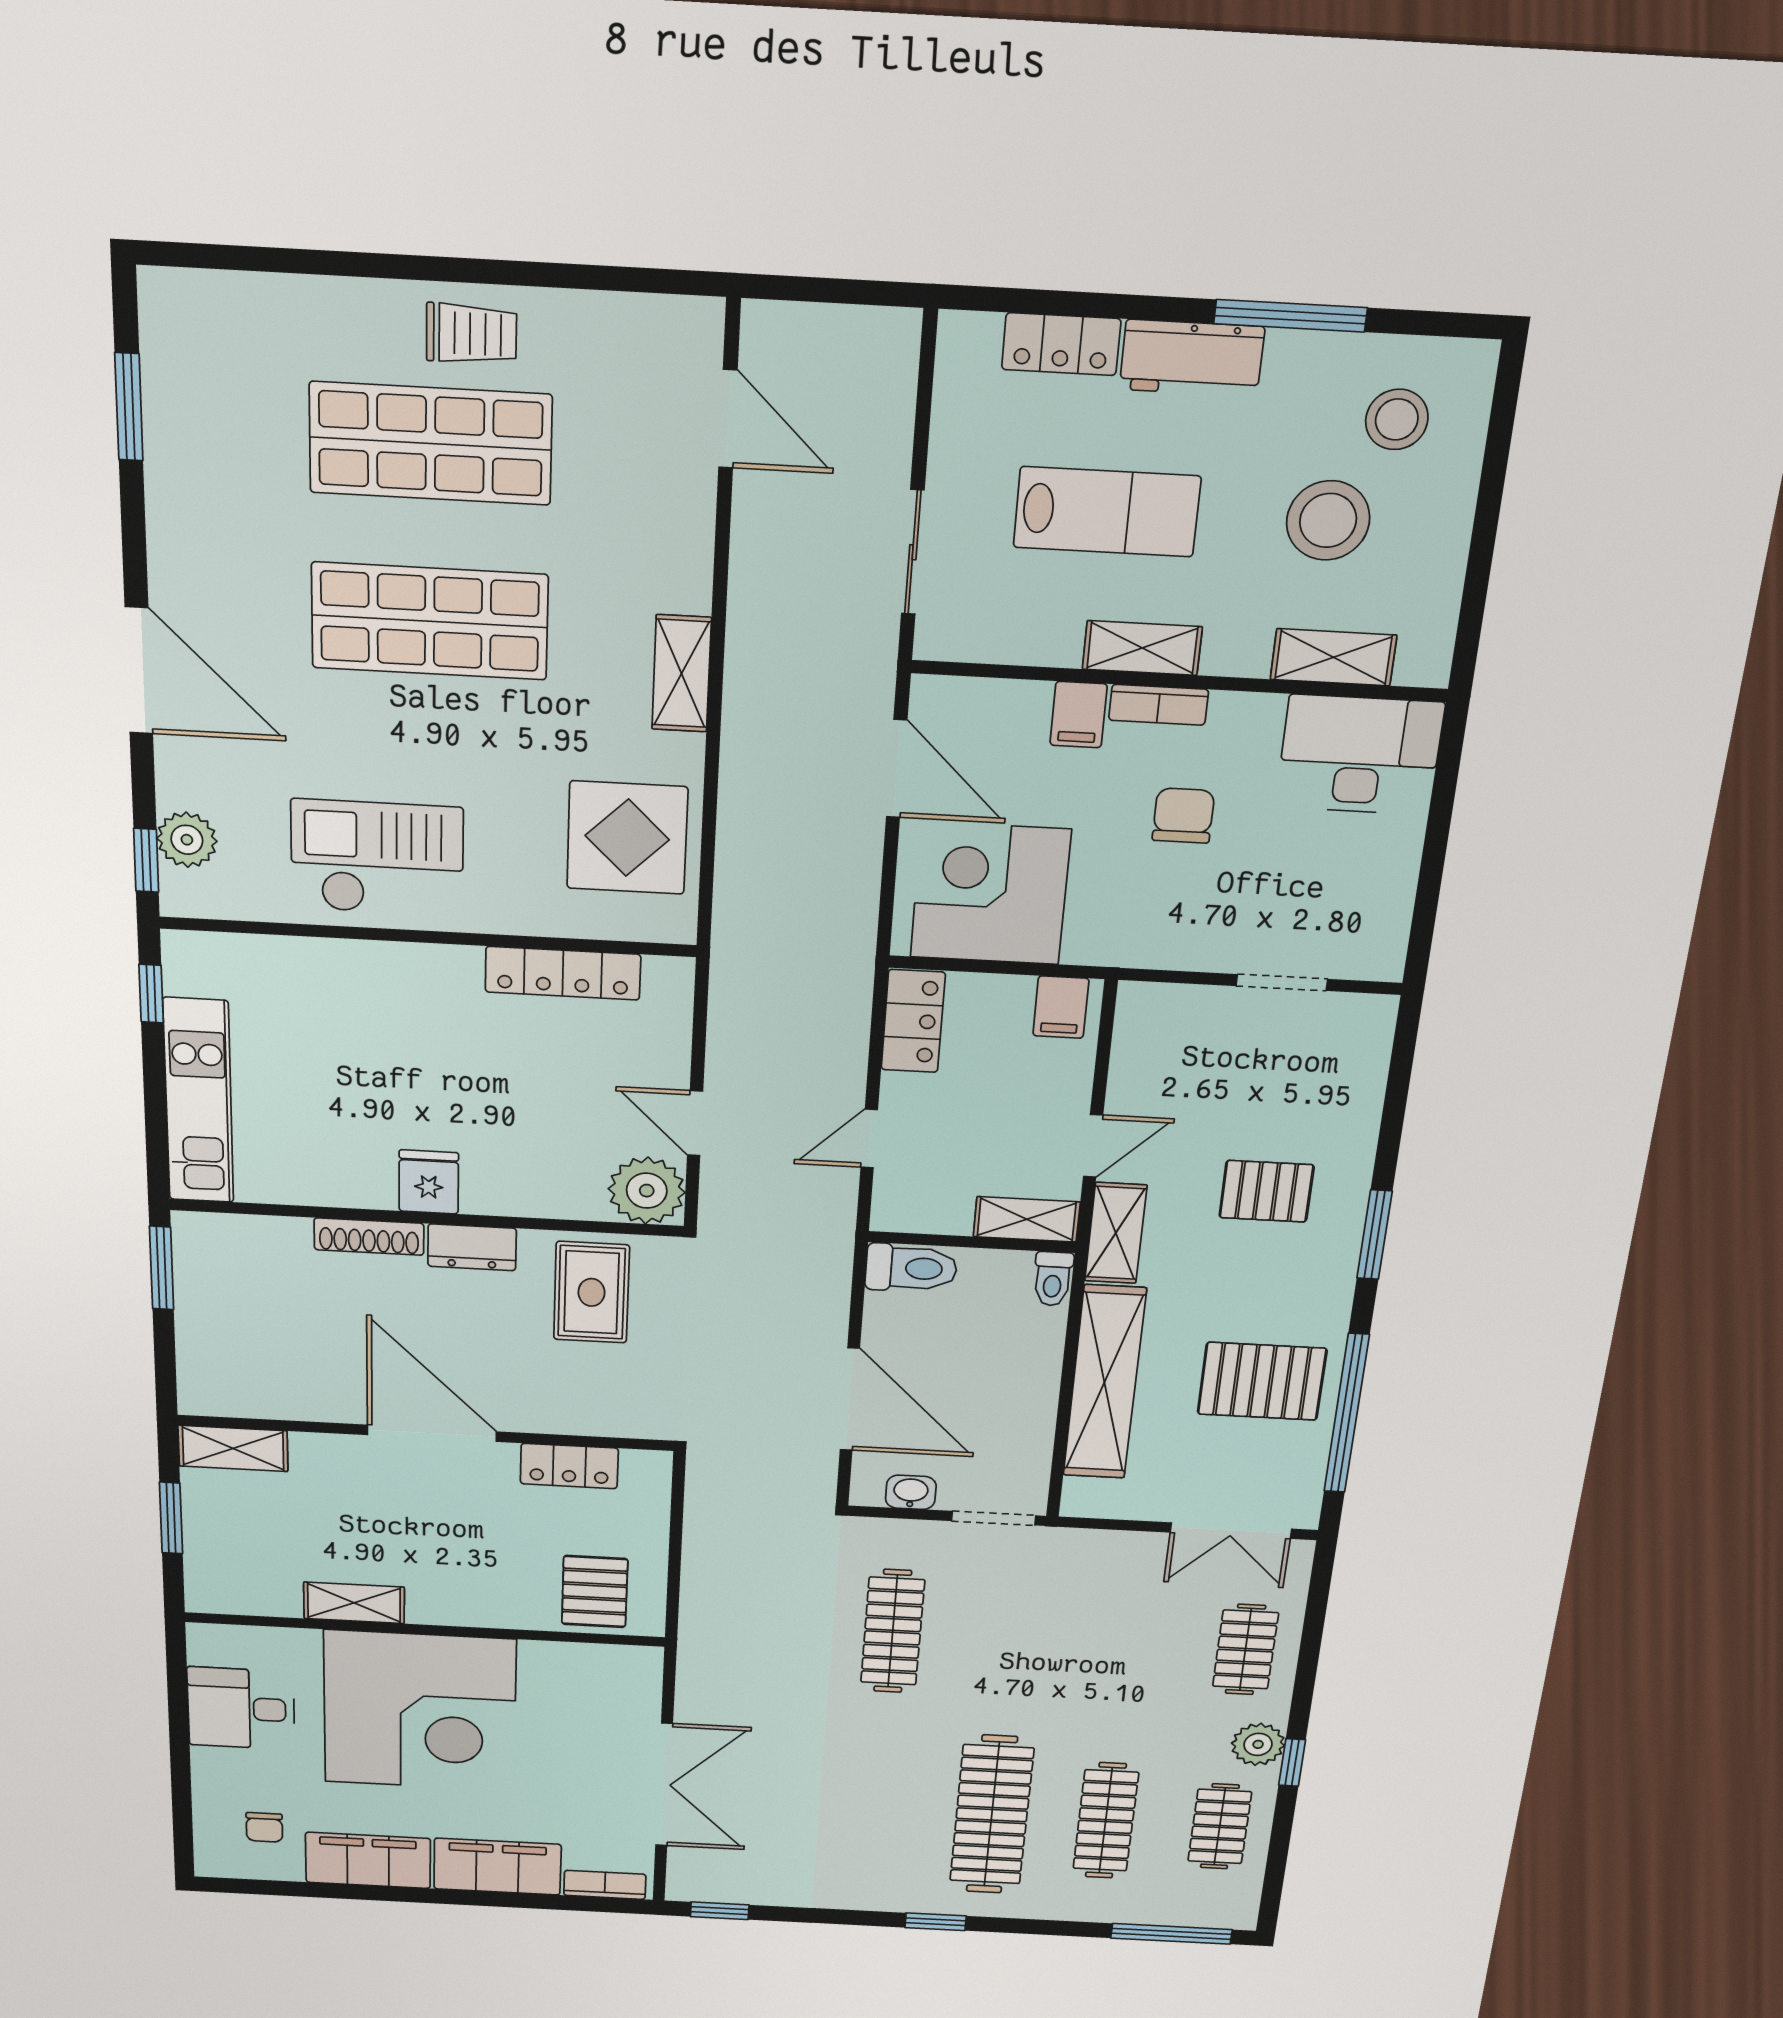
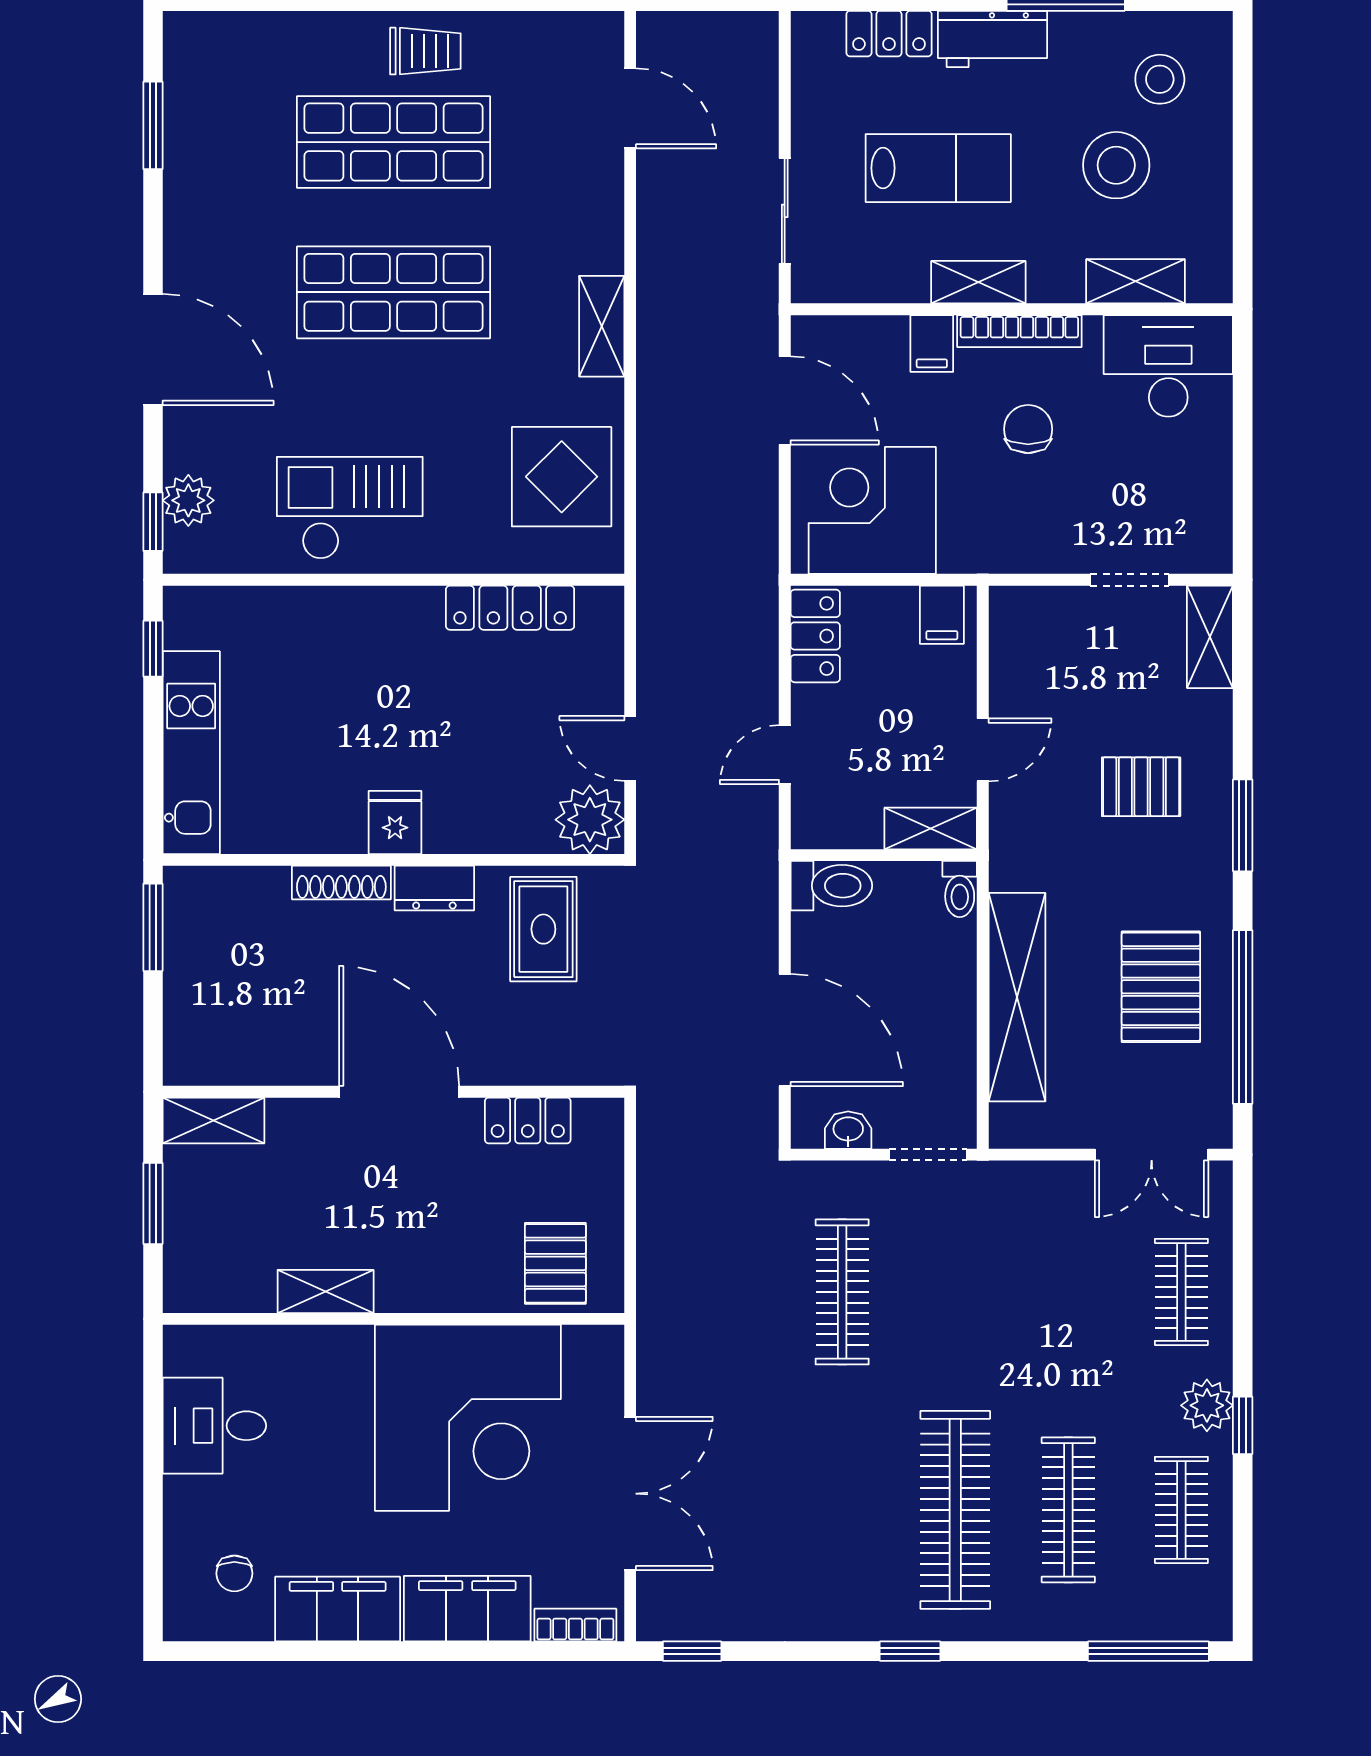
bookcase: (1159, 705) -> (1019, 331), width x1.56
shelving: (1116, 1233) -> (1210, 637), moved
pallet: (1262, 1381) -> (1161, 987), turned 90
corner desk: (420, 1711) -> (468, 1418), moved

